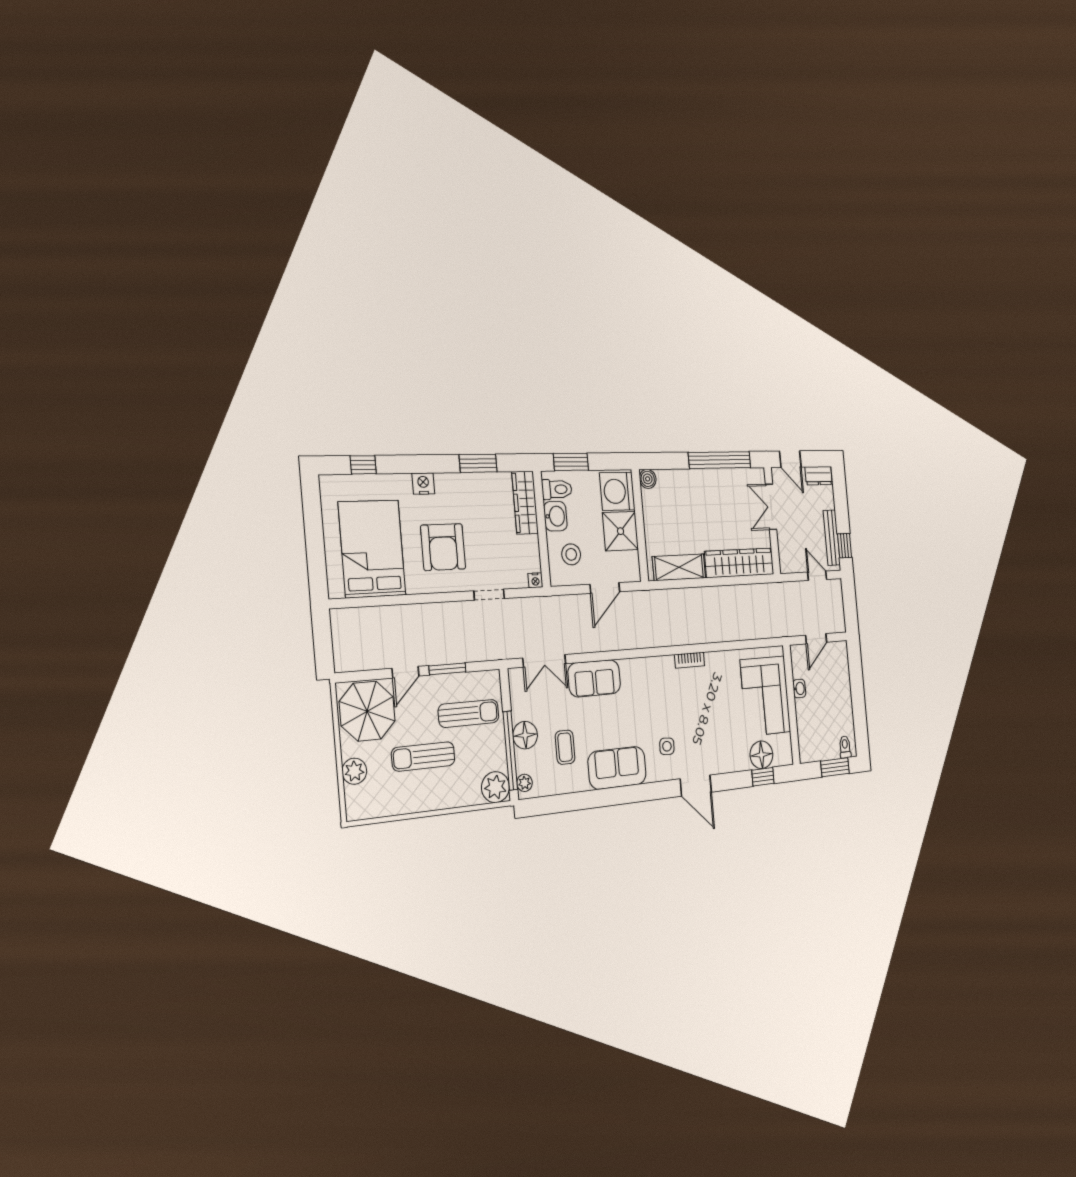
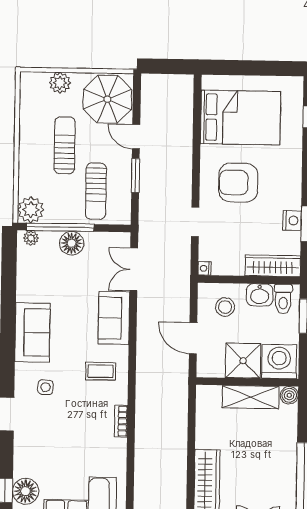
nightstand: (423, 484) -> (292, 221), moved
shelving: (679, 567) -> (251, 397), moved, turned 90
coffee table: (565, 747) -> (101, 371), moved

